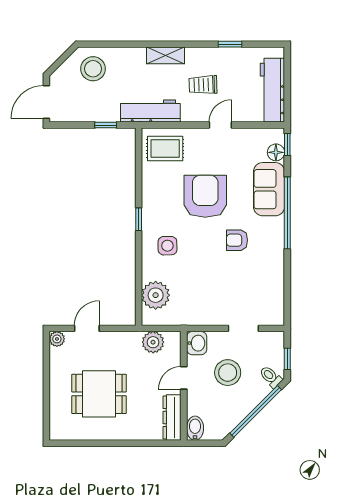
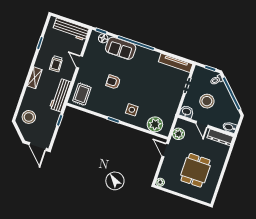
armchair: (205, 196) -> (113, 82), width x0.53, depth x0.53
armchair: (237, 240) -> (141, 73), removed
tv unit: (276, 295) -> (176, 63), added
door: (87, 328) -> (165, 150), moved

